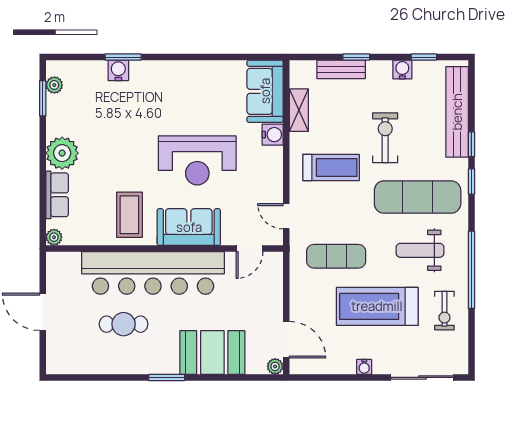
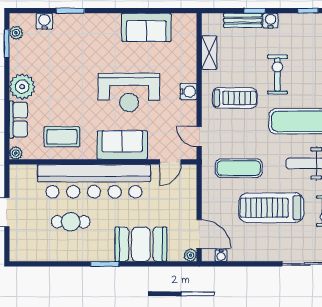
water cooler: (118, 70) -> (44, 21), moved
water cooler: (402, 70) -> (271, 21), moved
sofa: (265, 91) -> (146, 27), moved, turned -90
water cooler: (273, 135) -> (188, 92), moved
coffee table: (129, 215) -> (62, 137), moved, turned 90
water cooler: (364, 367) -> (221, 256), moved

